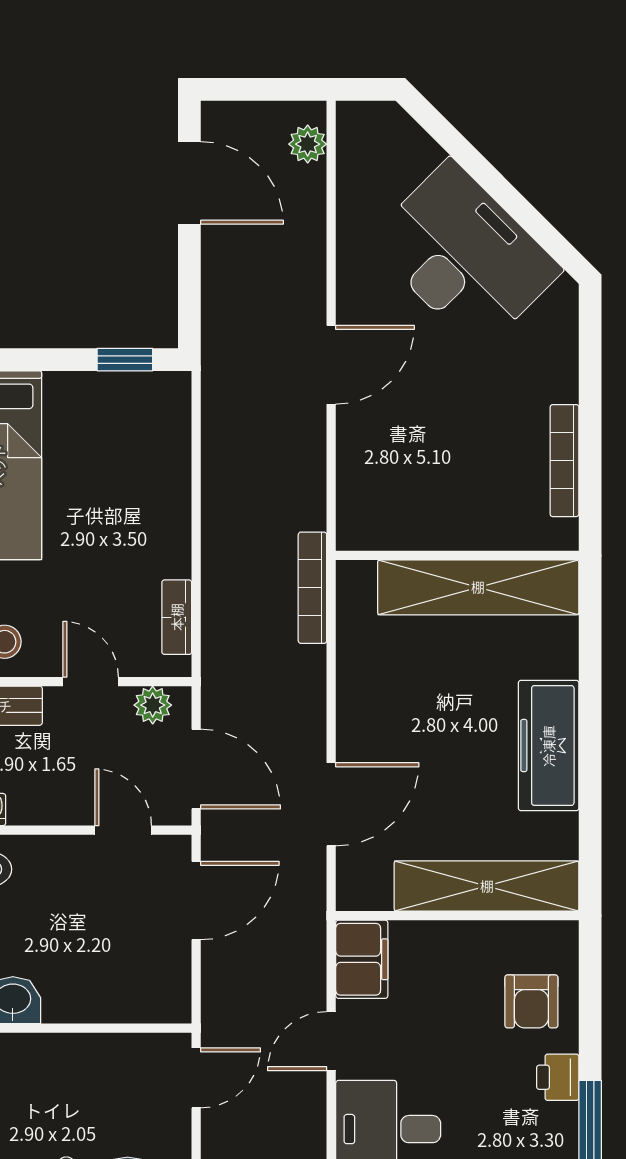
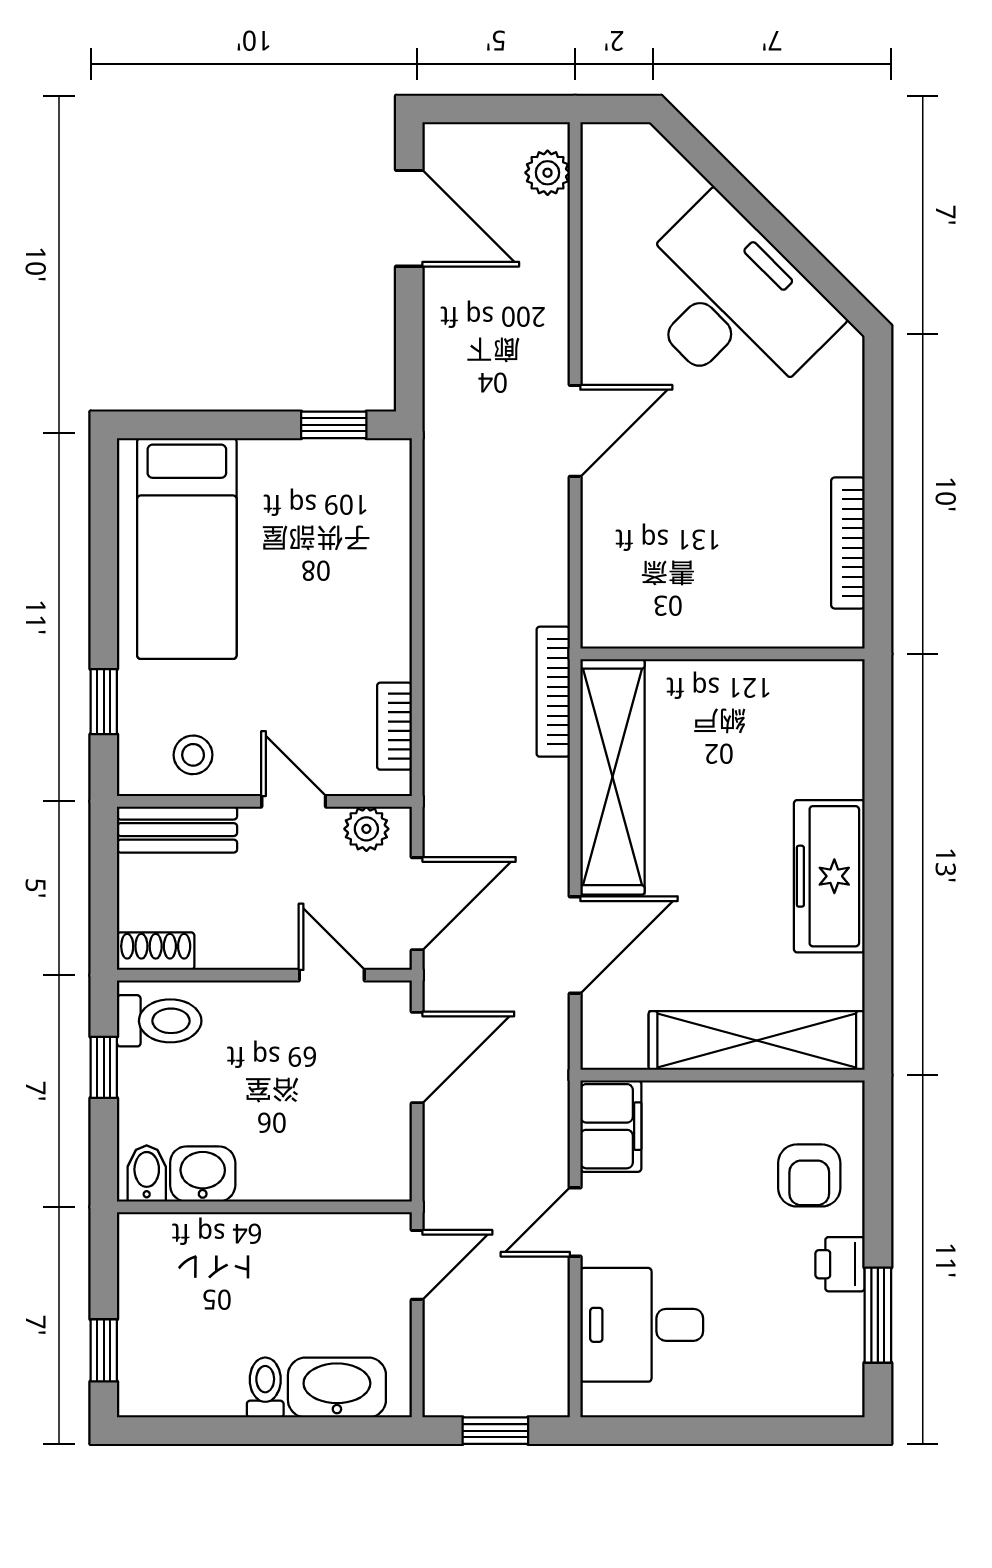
shelving: (478, 587) -> (612, 777), moved, turned 90
door: (196, 769) -> (417, 904), hinge flipped

